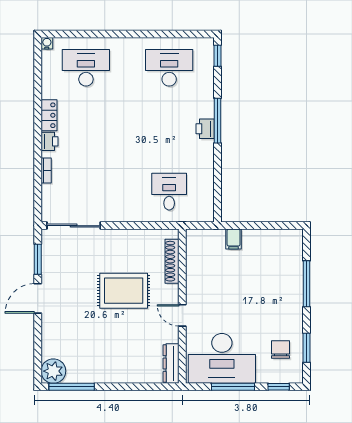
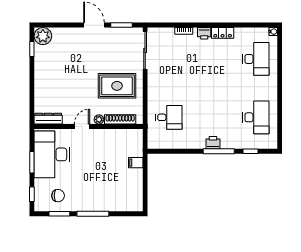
window: (217, 56) -> (251, 151), moved
window: (306, 284) -> (93, 214), moved
rug: (124, 291) -> (117, 86), moved, turned 90
plant: (172, 291) -> (99, 119), added
window: (72, 387) -> (32, 49), width x0.46
window: (233, 387) -> (32, 162), width x0.69

